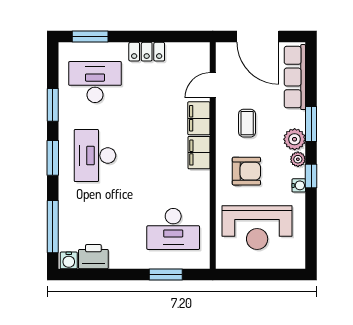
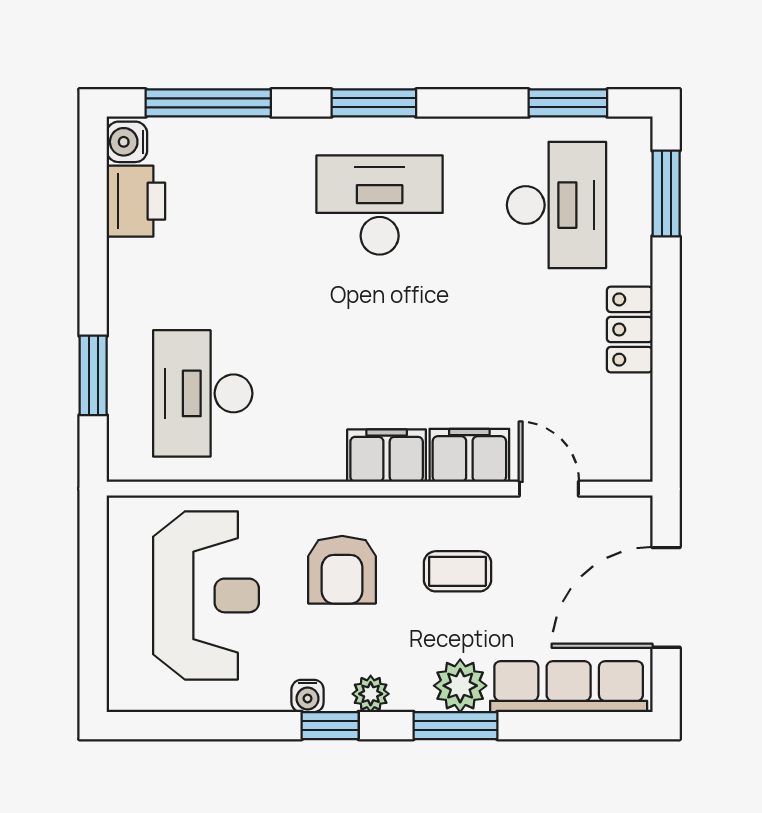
window: (53, 105) -> (568, 103), moved
plant: (295, 139) -> (460, 686), moved
reception desk: (257, 228) -> (206, 595), turned 180

